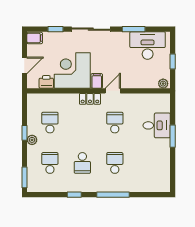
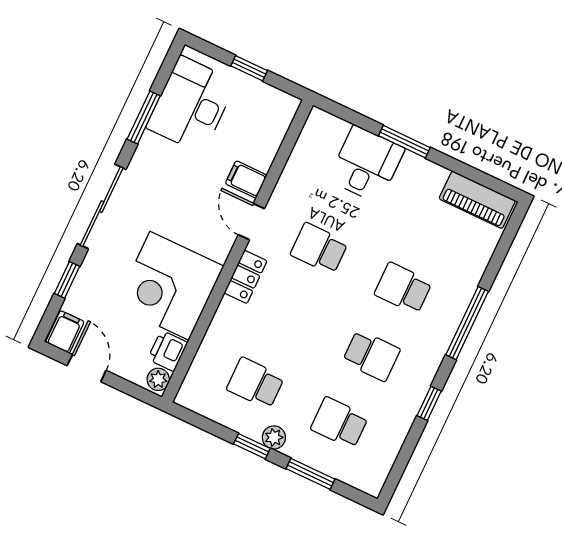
door: (24, 65) -> (87, 368), moved
filing cabinet: (97, 81) -> (246, 179), moved
plant: (163, 84) -> (158, 379), moved
piano: (163, 176) -> (477, 200), added
window: (24, 177) -> (311, 474), moved

